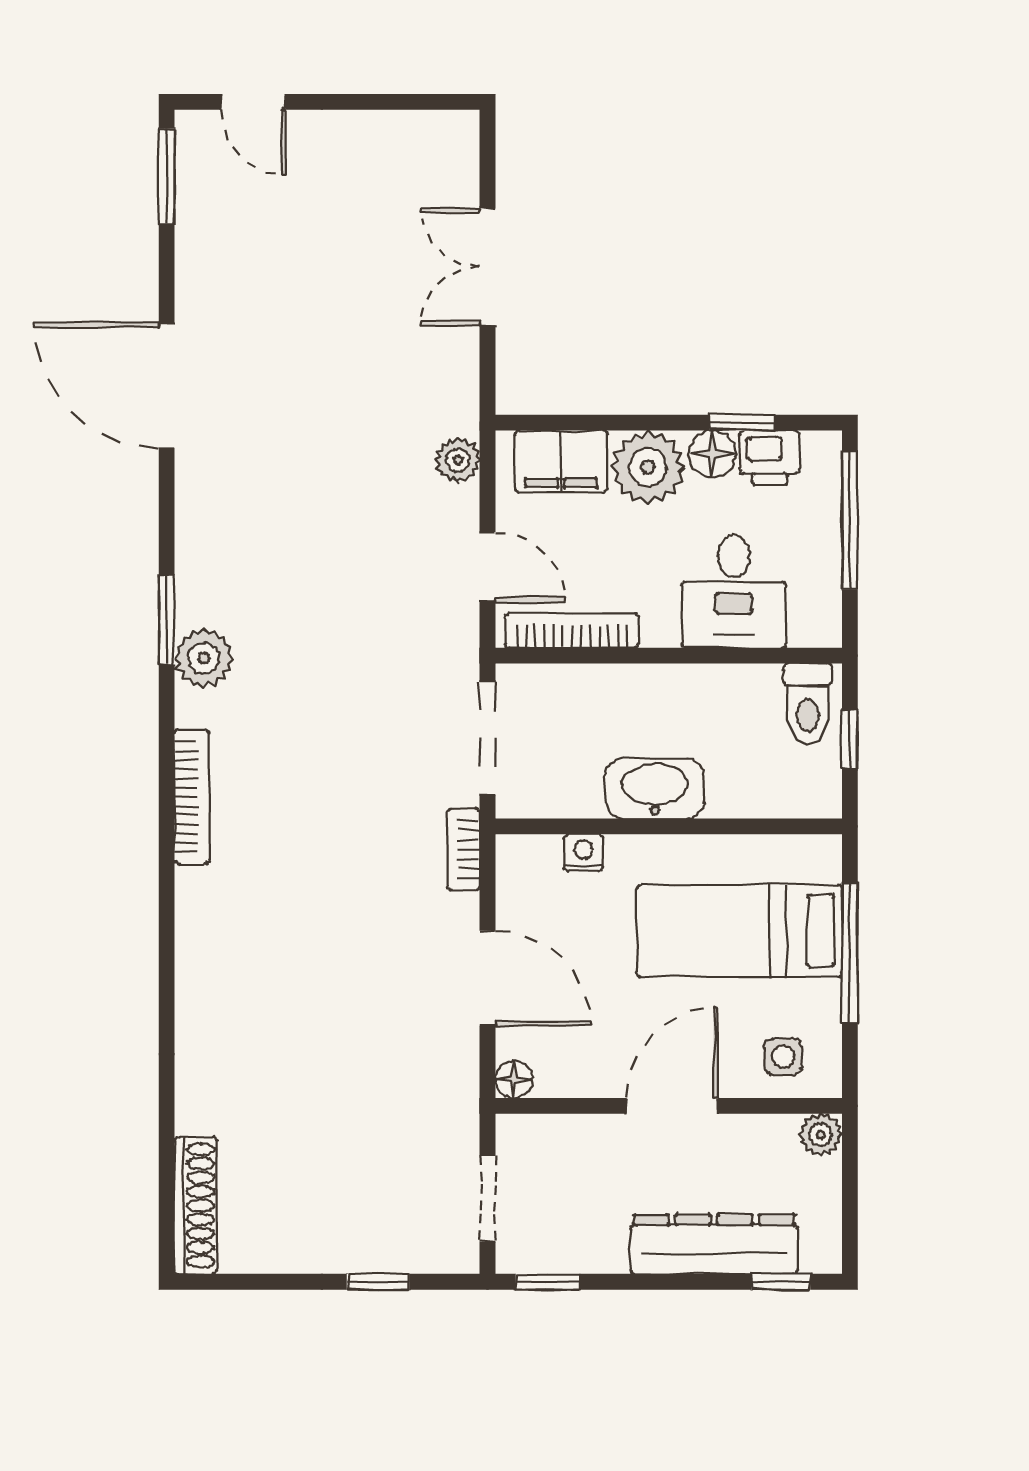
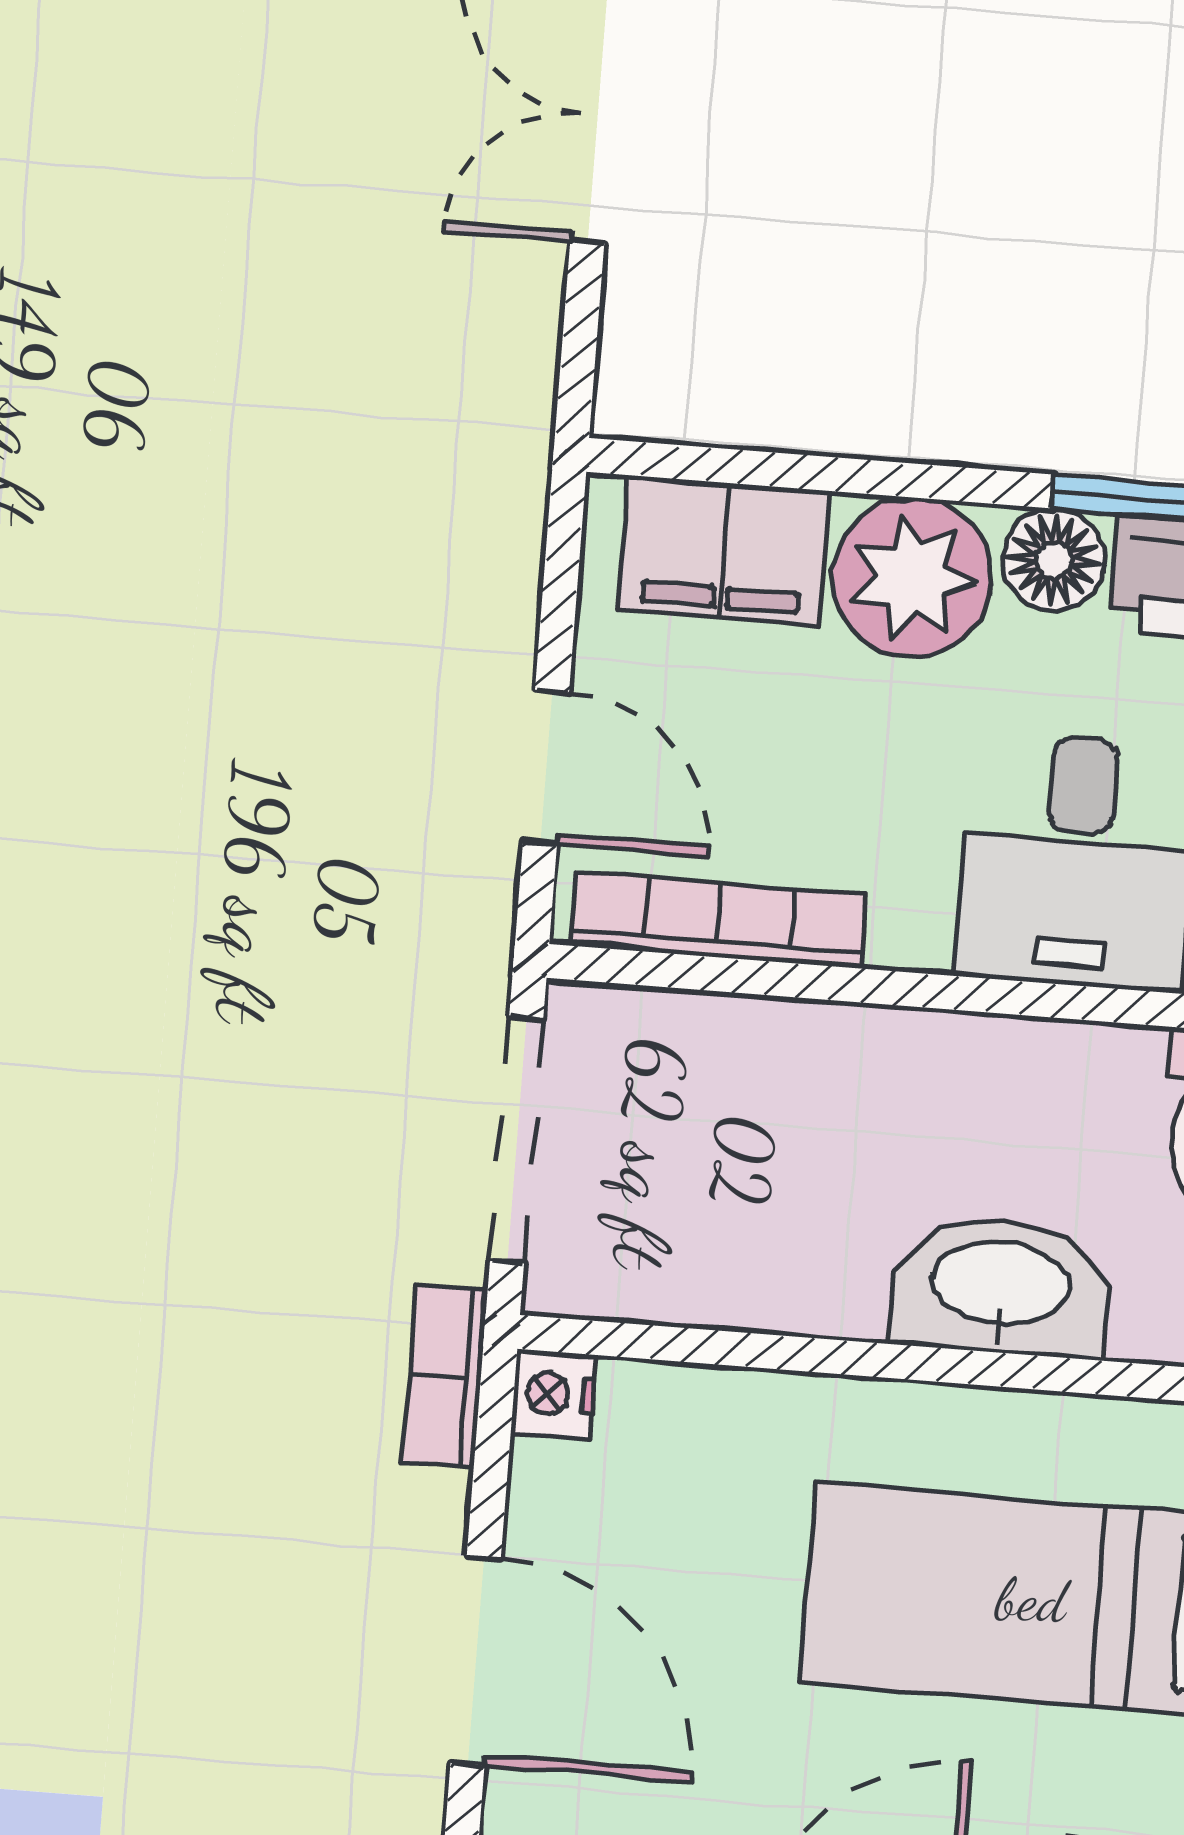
plant: (458, 460) -> (499, 530), removed
washbasin: (655, 788) -> (1000, 1287), moved
nightstand: (583, 852) -> (554, 1394), moved, turned -90

